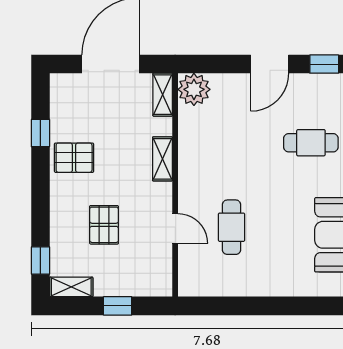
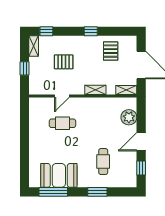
door: (270, 64) -> (141, 142), hinge flipped
plant: (194, 89) -> (129, 117), moved
window: (40, 133) -> (91, 31), moved
pallet: (74, 158) -> (111, 51), moved

